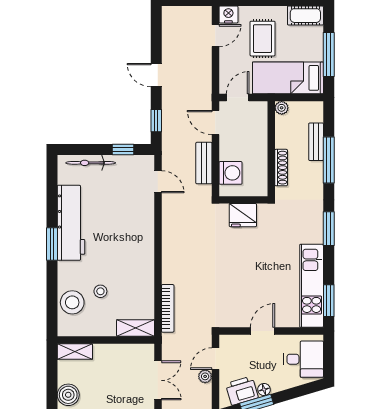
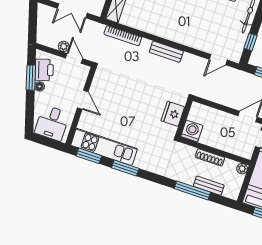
bench: (204, 163) -> (166, 52), moved
shoe rack: (281, 168) -> (210, 157), moved
washing machine: (230, 173) -> (192, 131), moved, turned 180
window: (329, 229) -> (125, 168), moved

